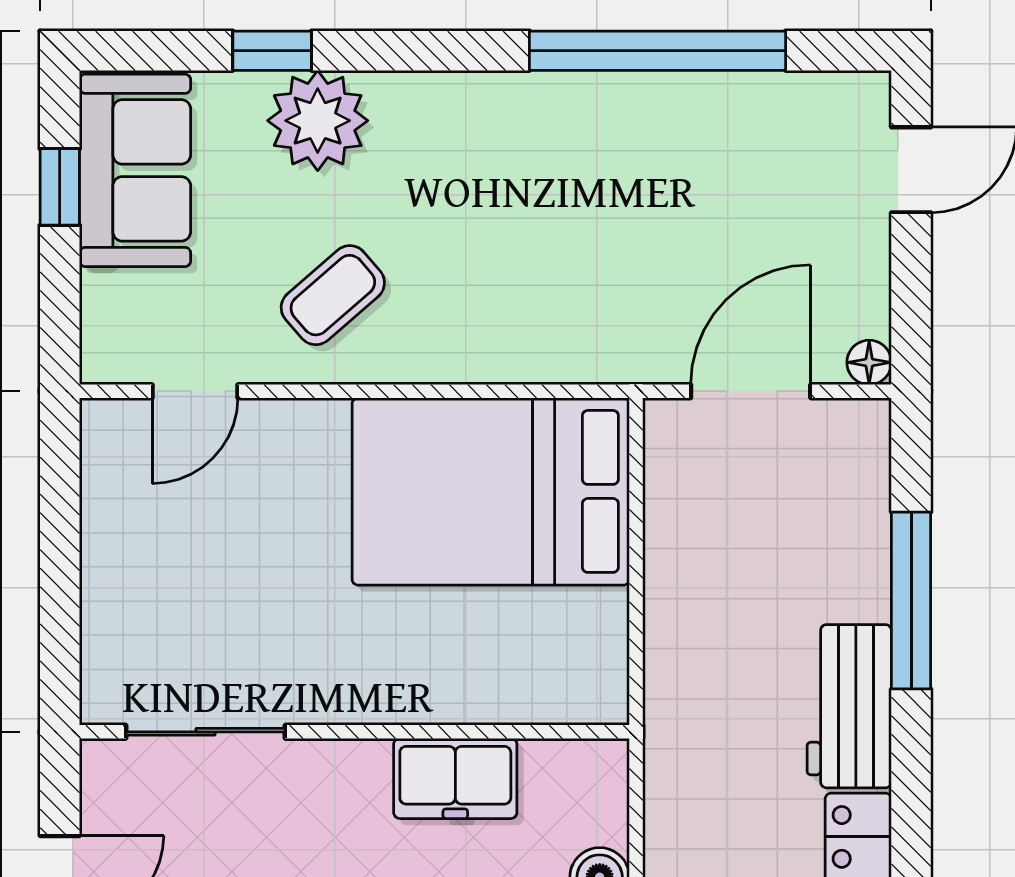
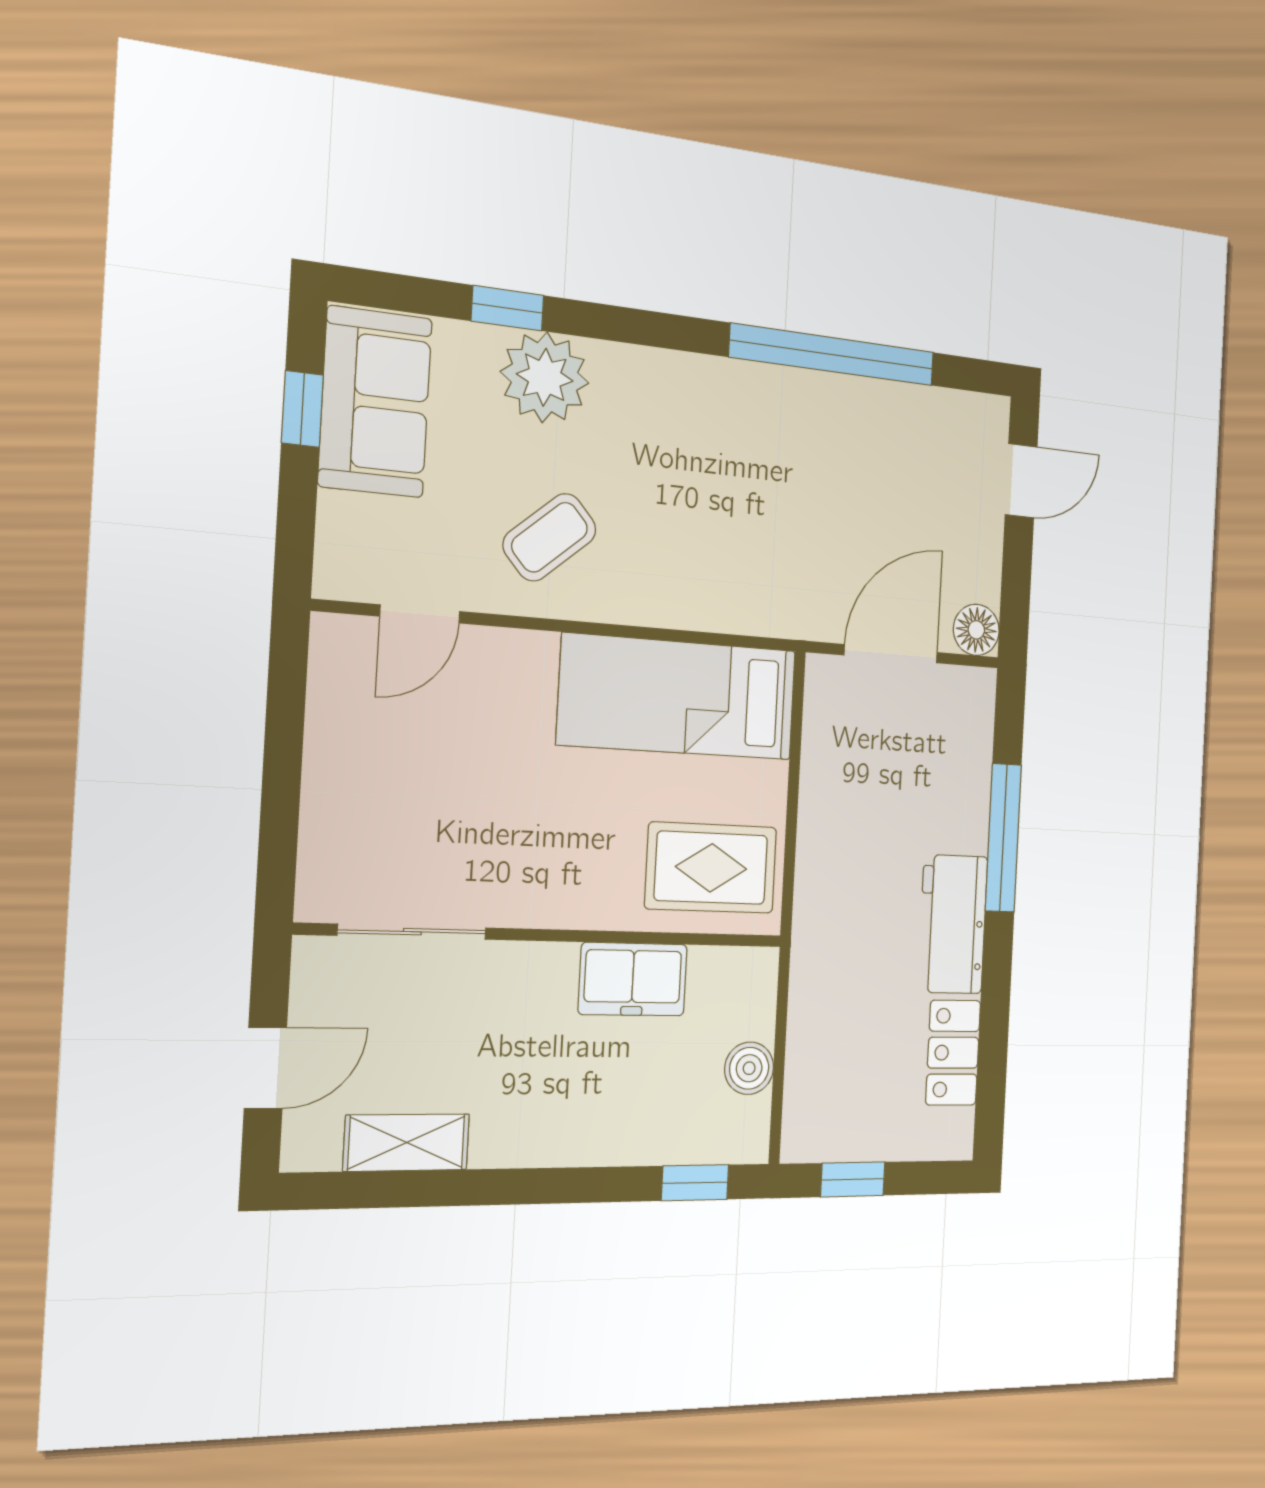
floor lamp: (869, 362) -> (976, 630), width x1.37, depth x1.37
bed: (491, 491) -> (678, 697), width x0.67
rug: (541, 651) -> (711, 868), added

